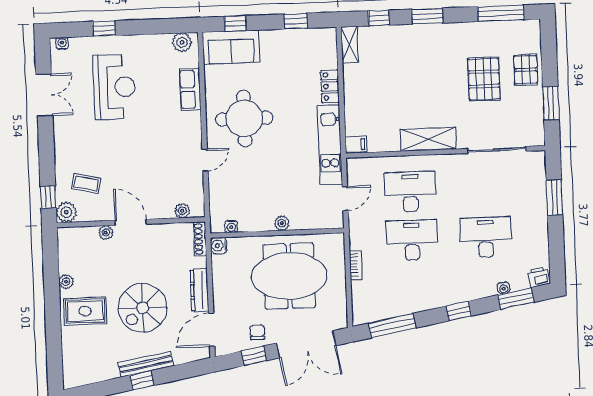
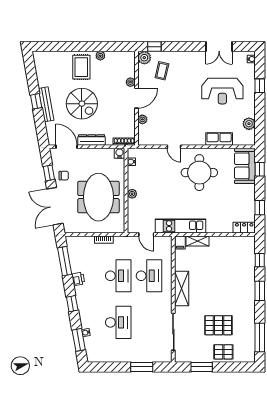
plant: (182, 42) -> (249, 124), moved
shelving: (350, 44) -> (198, 241), moved
locker: (330, 86) -> (244, 228), moved
plant: (182, 211) -> (142, 119), moved
printer: (539, 277) -> (78, 279), moved
spiral stairs: (143, 308) -> (82, 104), turned 180

